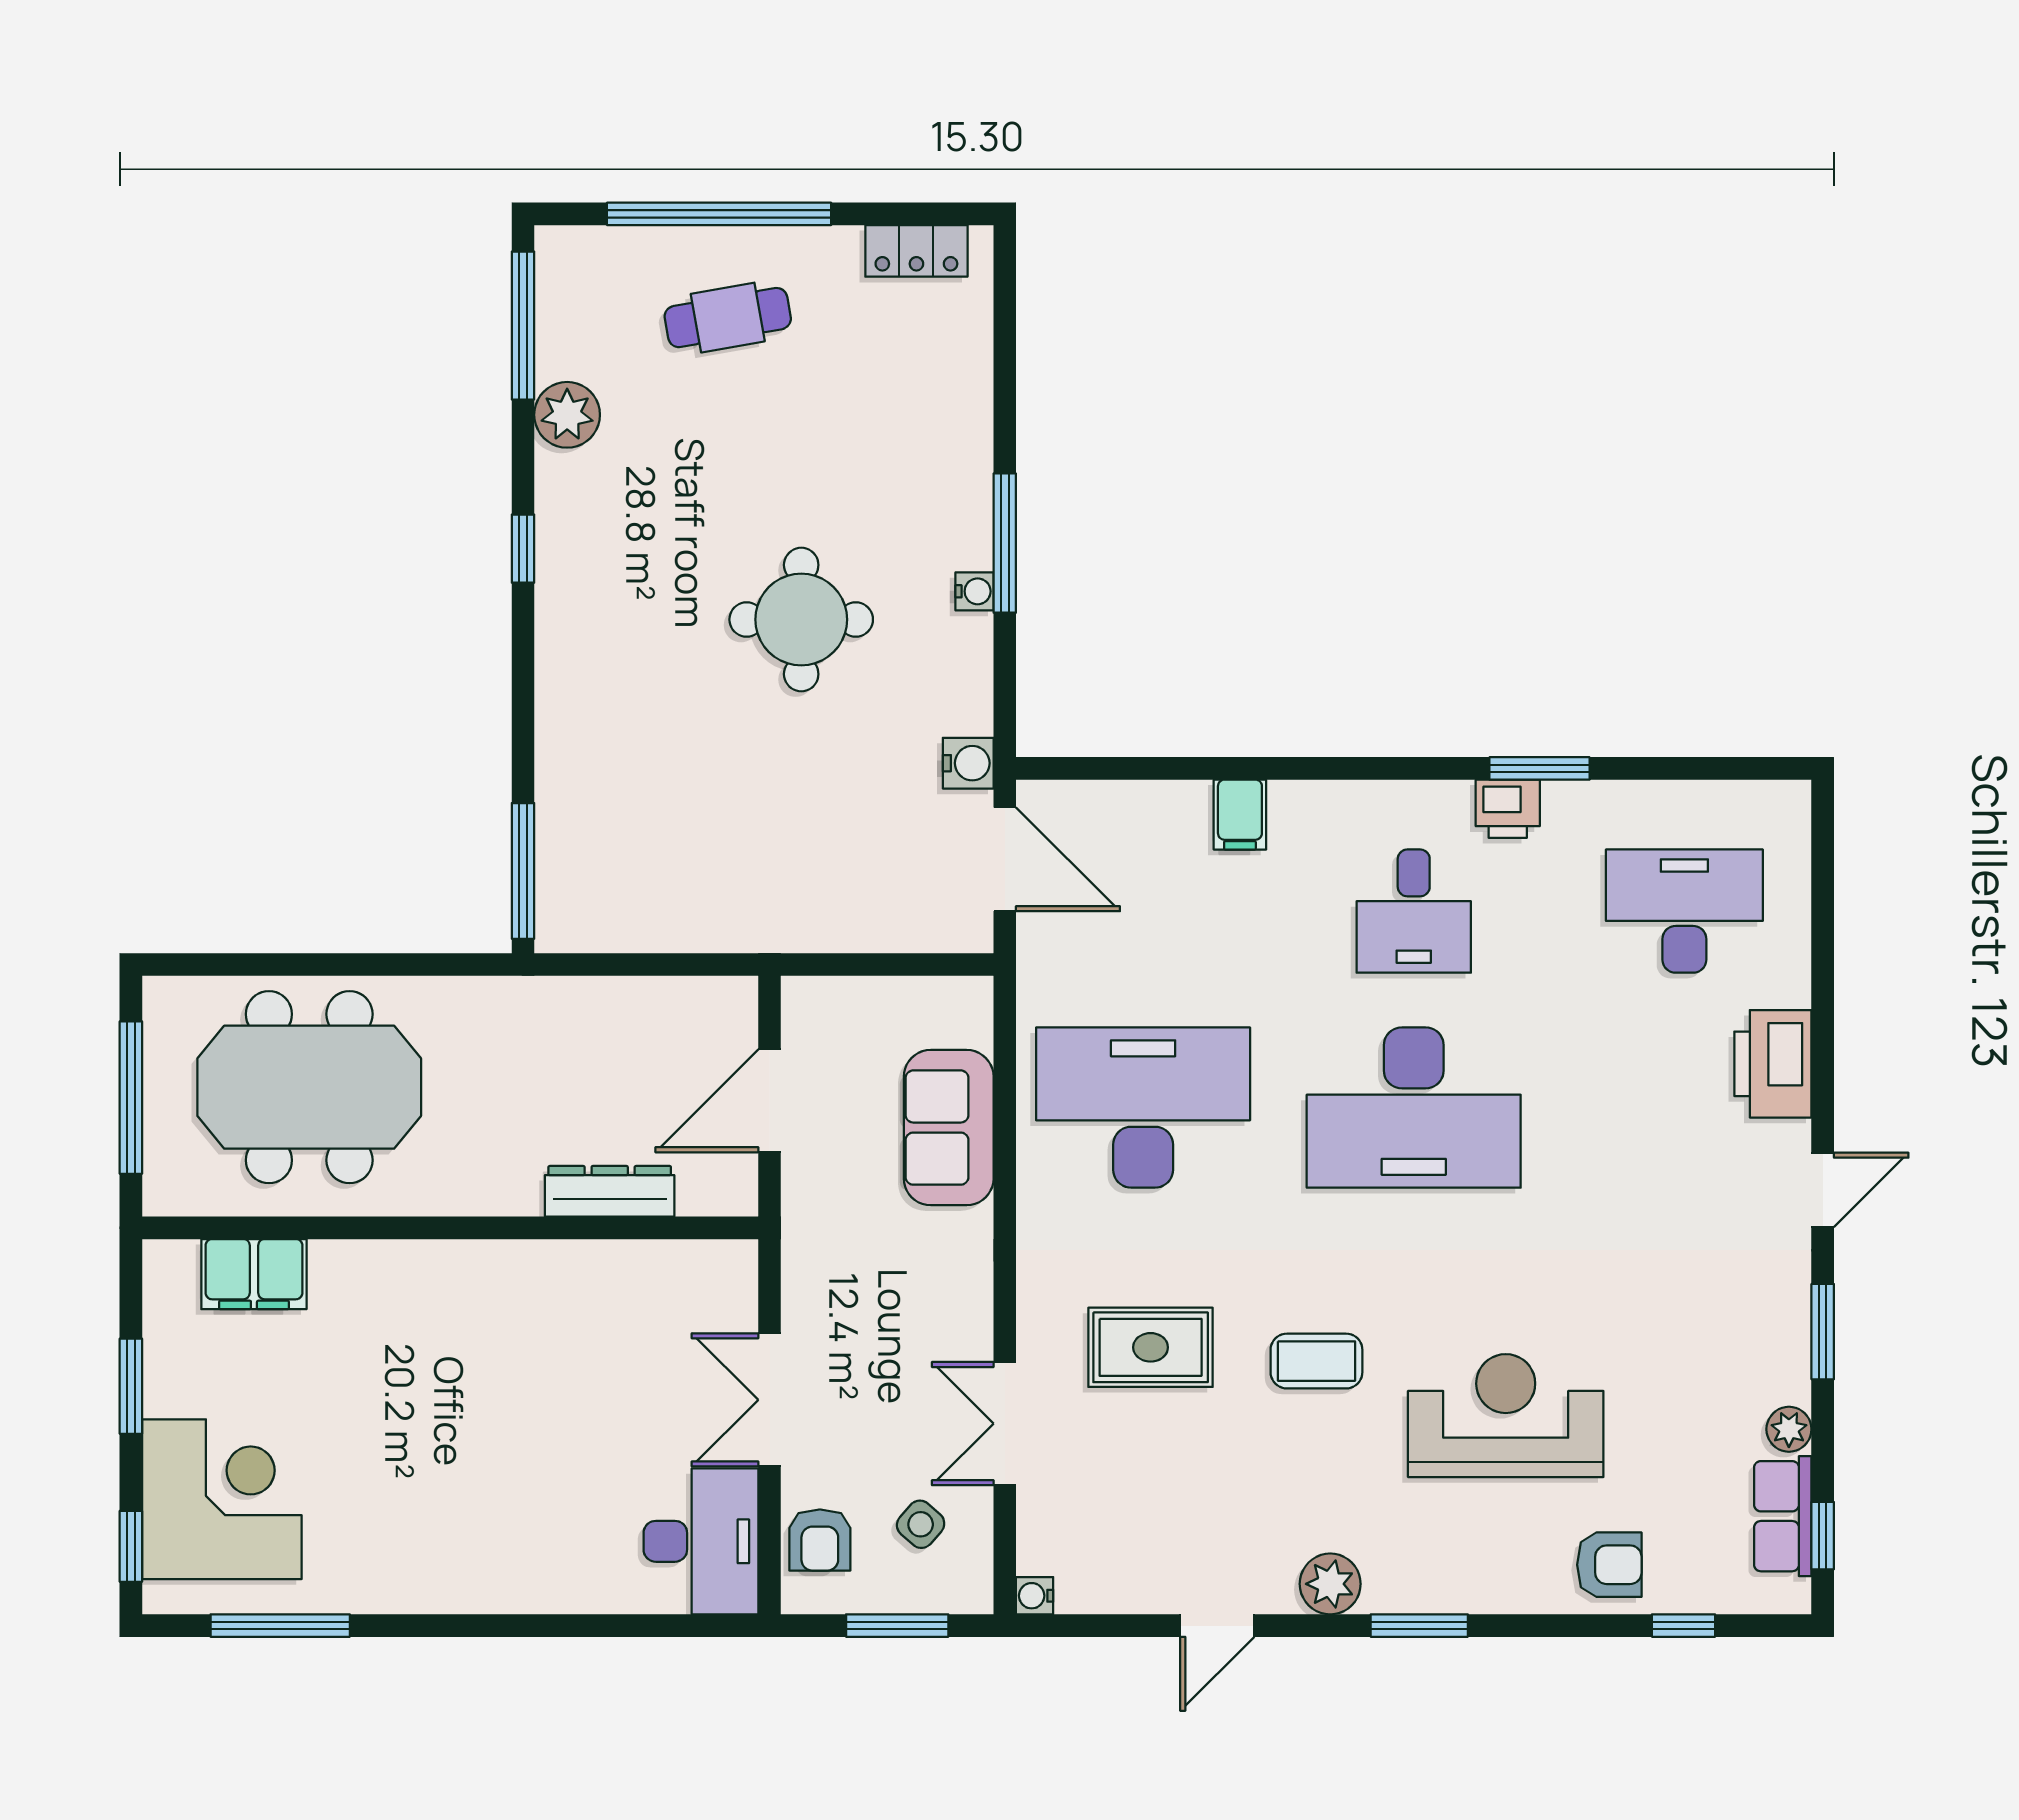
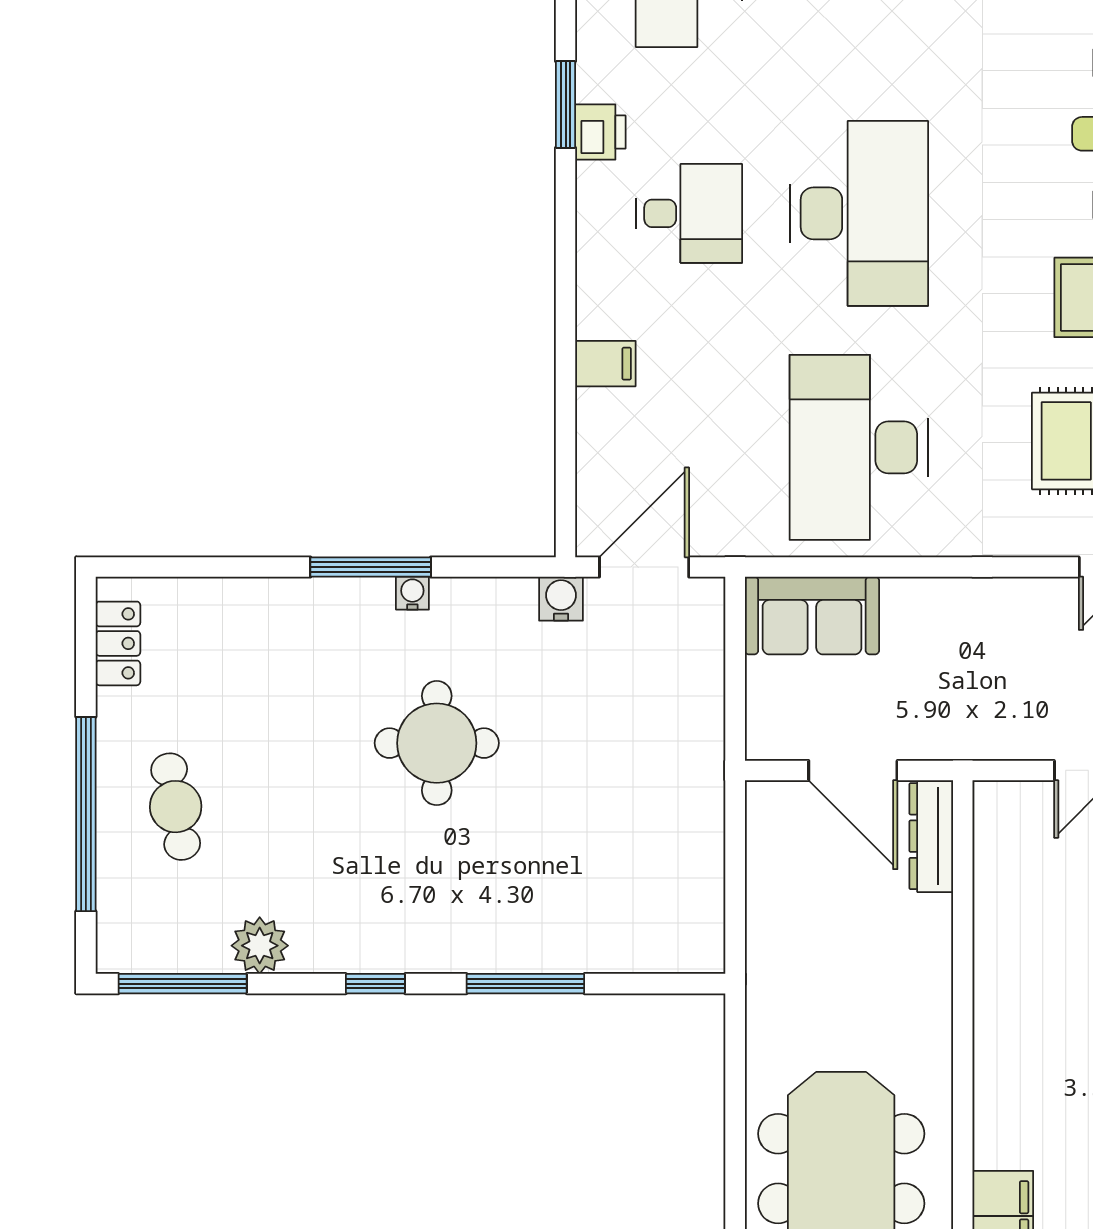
window: (523, 871) -> (525, 984), moved
sofa: (949, 1128) -> (812, 616), moved
dresser: (610, 1191) -> (931, 836), moved

